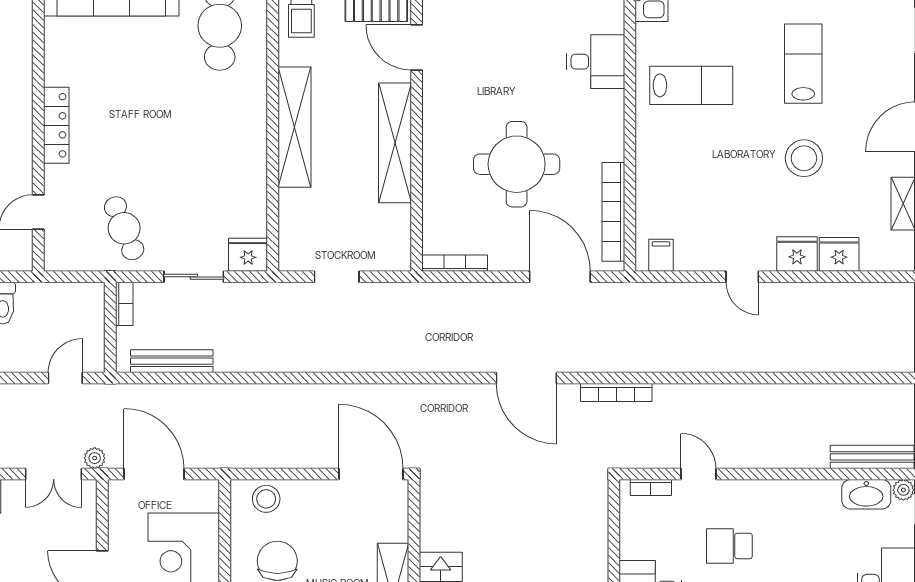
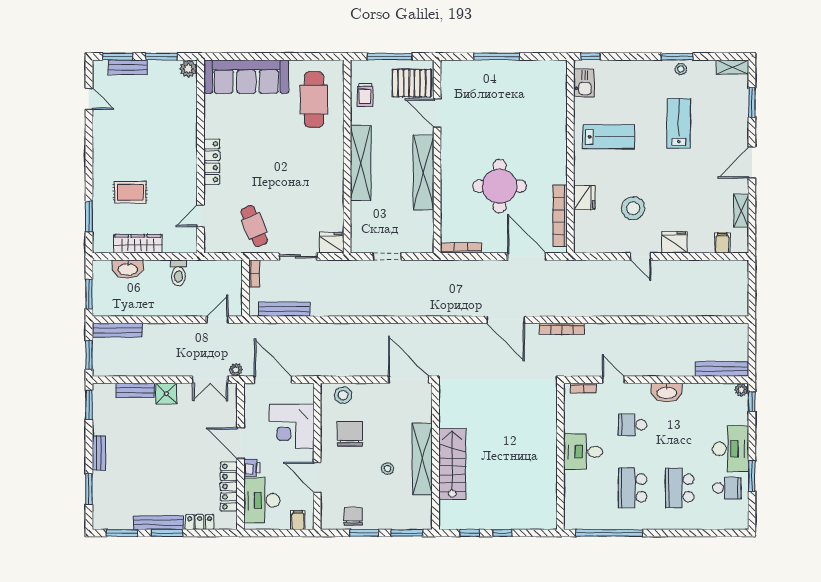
desk: (595, 62) -> (549, 122), removed
stool: (804, 158) -> (633, 208), moved
fridge: (839, 254) -> (584, 198), moved, turned 90
filing cabinet: (661, 255) -> (722, 243), moved
washbasin: (866, 494) -> (667, 392), moved

